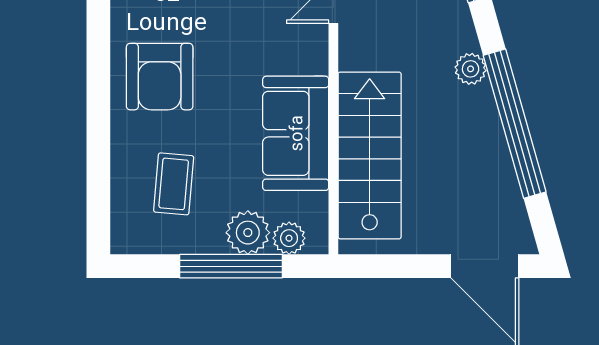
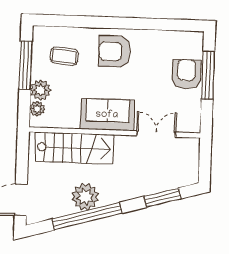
plant: (471, 69) -> (85, 197), moved, width x1.88, depth x1.88
sofa: (296, 133) -> (107, 115), moved
window: (231, 266) -> (26, 65), moved

